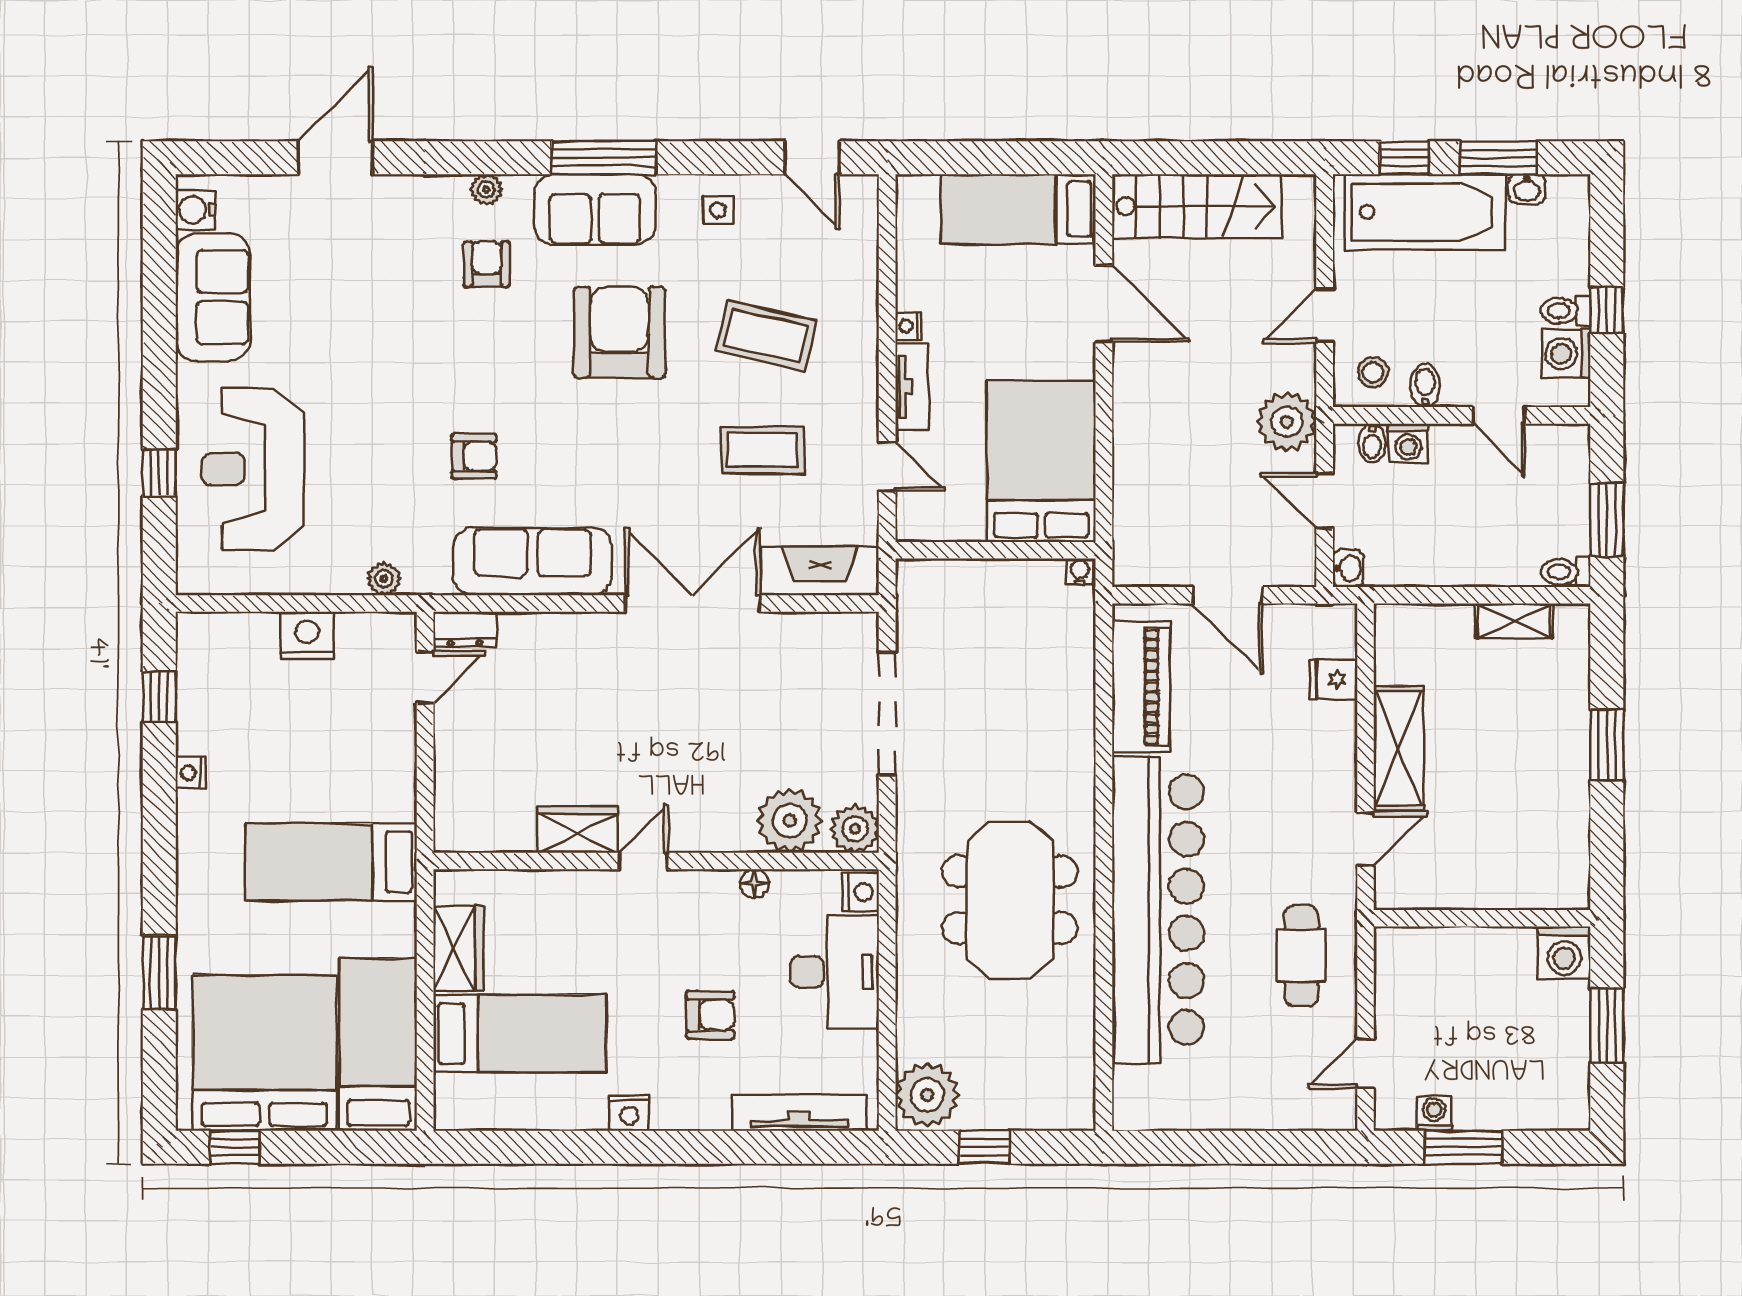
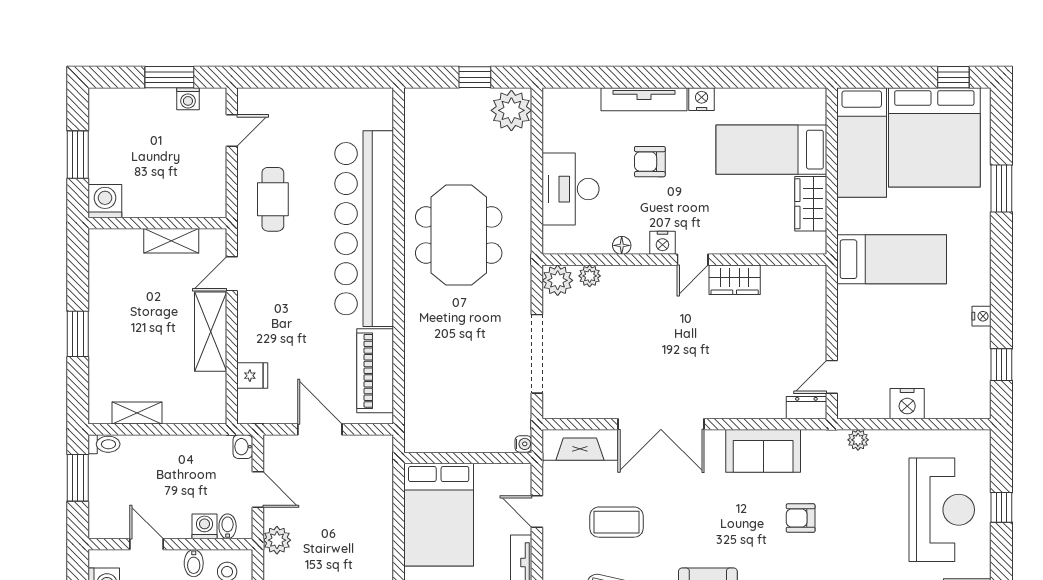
plant: (1287, 422) -> (277, 540), width x0.73, depth x0.73
sofa: (533, 562) -> (763, 451), width x0.73
water cooler: (1079, 572) -> (523, 444), moved, turned -90
plant: (790, 821) -> (590, 276), width x0.53, depth x0.53
shelving: (1460, 891) -> (171, 241), added
nightstand: (861, 892) -> (662, 243), moved, turned -90
tv unit: (799, 1113) -> (644, 99), moved

